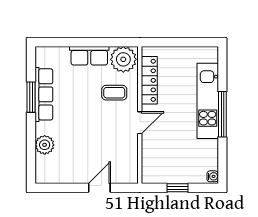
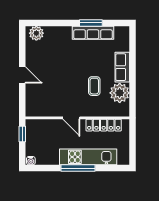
locker: (149, 80) -> (104, 125), moved
wall: (140, 115) -> (77, 118), moved
door: (140, 123) -> (71, 118), moved
plant: (45, 145) -> (36, 33), moved

